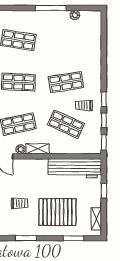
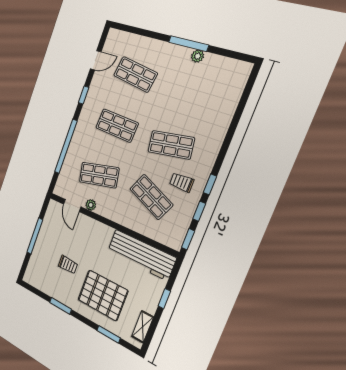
plant: (75, 15) -> (198, 56), moved
shelving: (38, 149) -> (109, 212), removed

